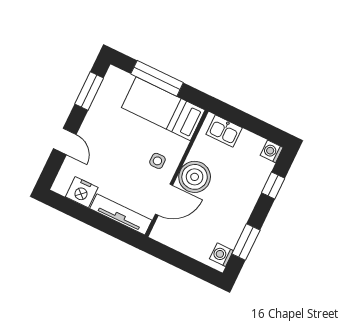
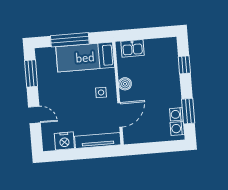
washing machine: (272, 151) -> (176, 114), moved
boiler: (195, 177) -> (125, 84), width x0.54, depth x0.54

